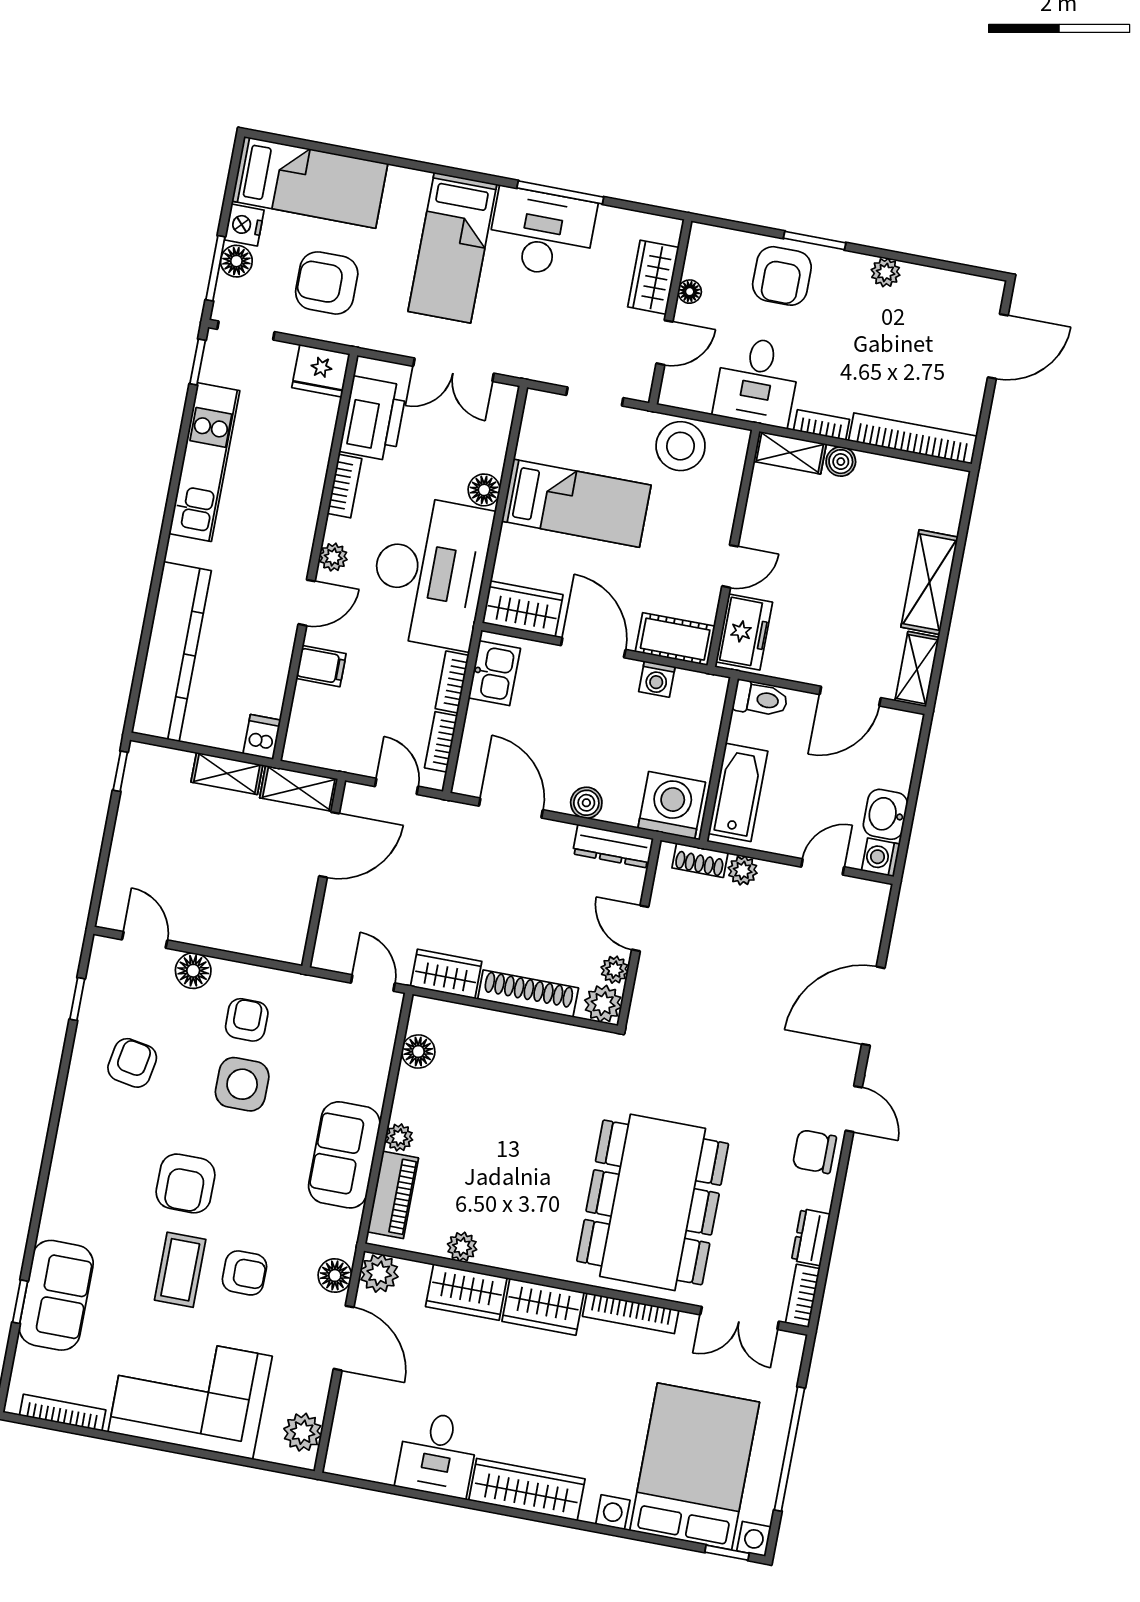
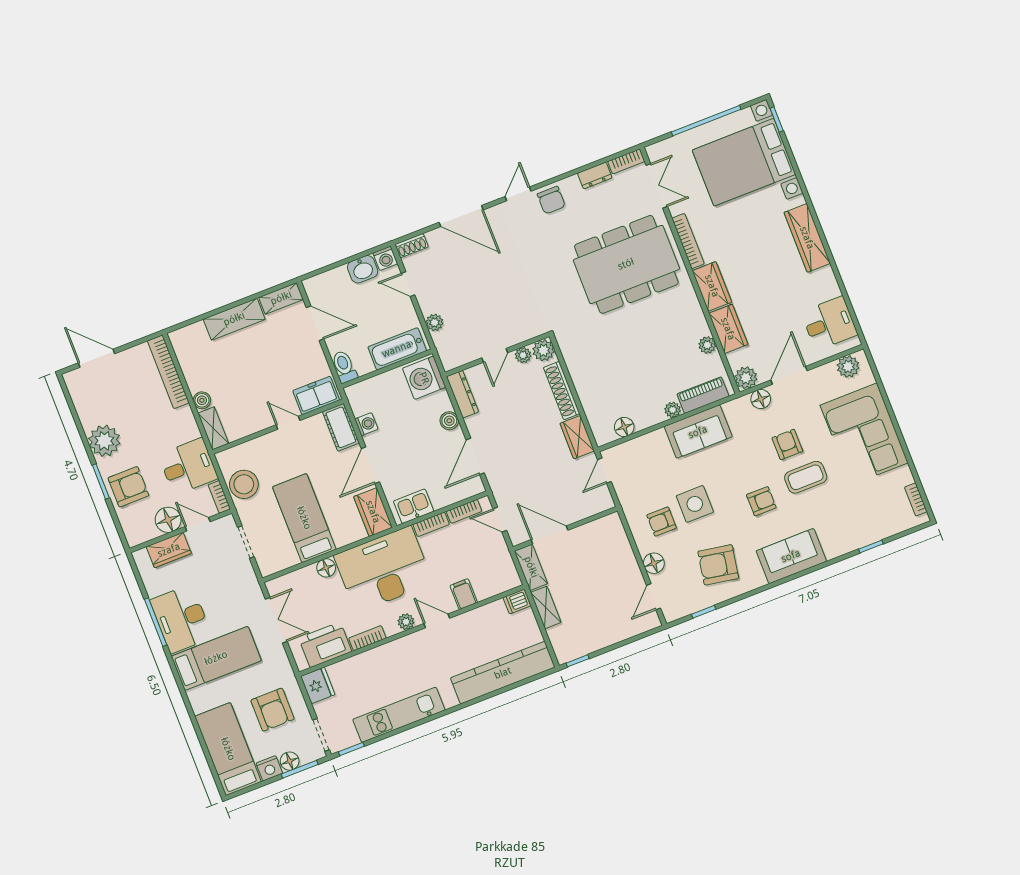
plant: (886, 272) -> (104, 441), width x1.88, depth x1.88
floor lamp: (690, 292) -> (168, 520), width x1.89, depth x1.89
bookcase: (822, 425) -> (219, 497), moved
door: (397, 786) -> (500, 520), hinge flipped
shoe rack: (700, 860) -> (412, 246), moved, turned 90
armchair: (132, 1063) -> (718, 565), width x1.38, depth x1.38
armchair: (186, 1183) -> (761, 501), width x0.72, depth x0.72
sofa: (56, 1295) -> (791, 556), moved
bookcase: (63, 1413) -> (916, 499), width x0.64
desk: (437, 1454) -> (829, 323), moved

